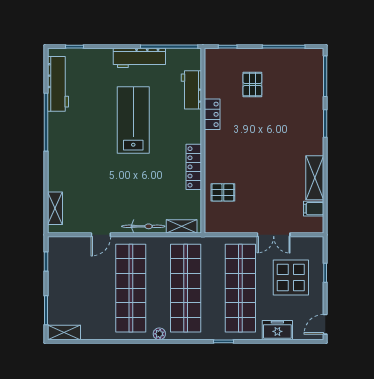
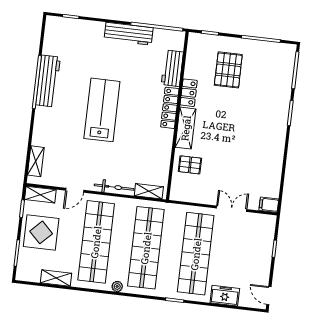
workbench: (58, 84) -> (48, 81), moved
pallet: (252, 84) -> (228, 70), width x1.50, depth x1.42
lab bench: (133, 120) -> (102, 110), moved
locker: (194, 167) -> (170, 108), moved
shelving: (315, 178) -> (186, 128), moved
filing cabinet: (314, 209) -> (269, 205), moved
double door: (274, 235) -> (232, 209), swing flipped
shelving: (64, 244) -> (40, 195), added
display table: (291, 277) -> (41, 232), moved
door: (325, 324) -> (269, 296), hinge flipped
shelving: (64, 332) -> (56, 278), moved

